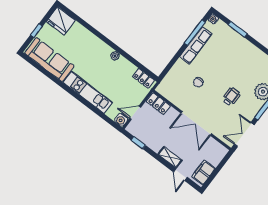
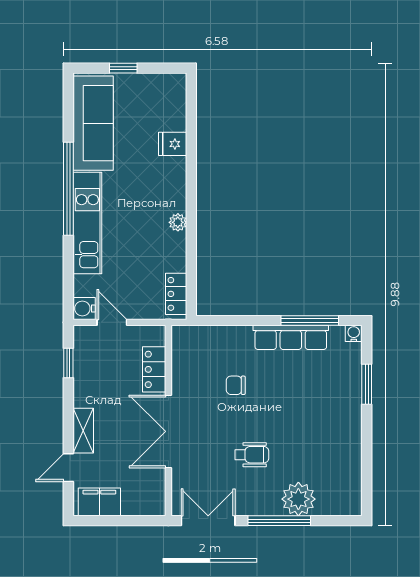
fridge: (61, 21) -> (173, 144), moved, width x0.53, depth x0.75
window: (68, 89) -> (68, 189), added
locker: (158, 104) -> (154, 369), moved

